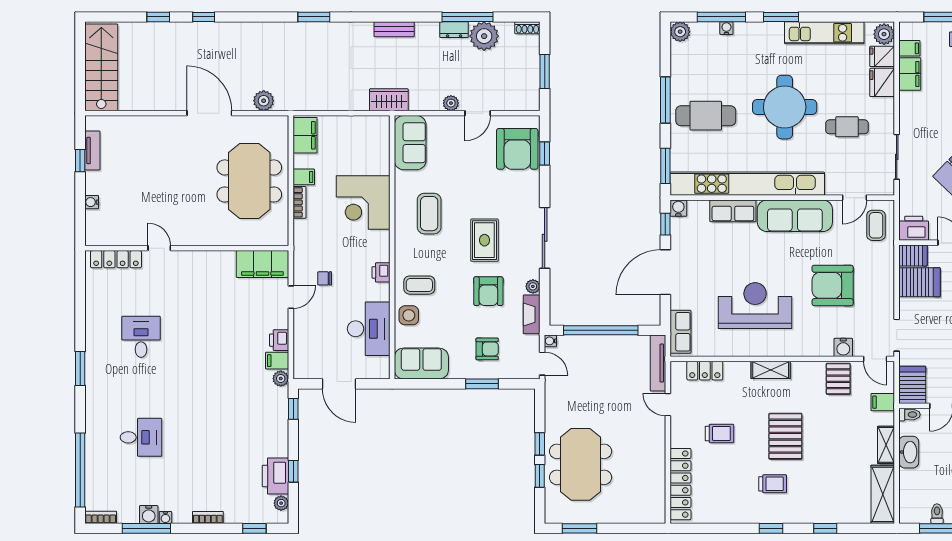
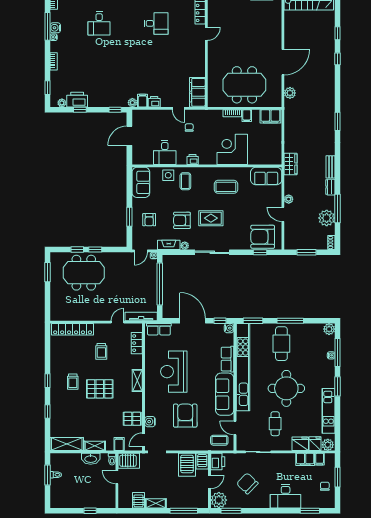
dresser: (454, 30) -> (330, 187), moved
reception desk: (755, 306) -> (174, 372), turned 180
desk: (369, 329) -> (165, 153), width x0.73

